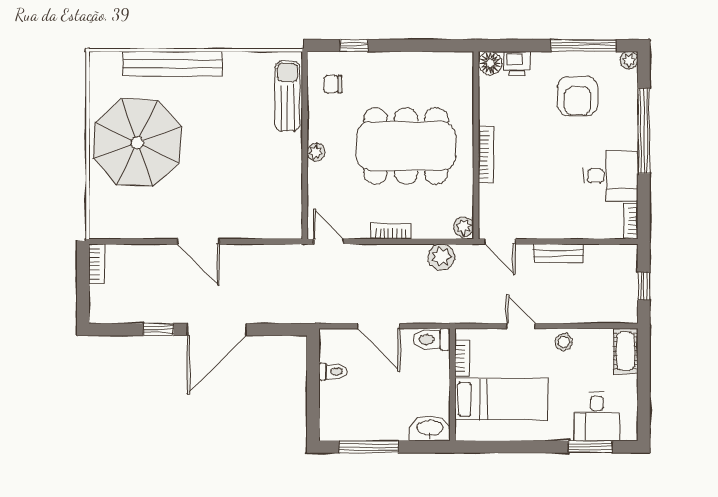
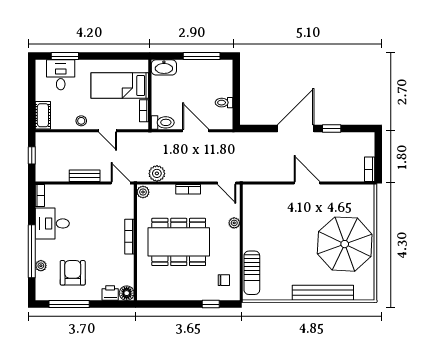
plant: (629, 60) -> (41, 266), moved
plant: (316, 152) -> (234, 223), moved

